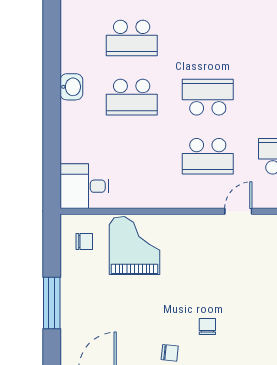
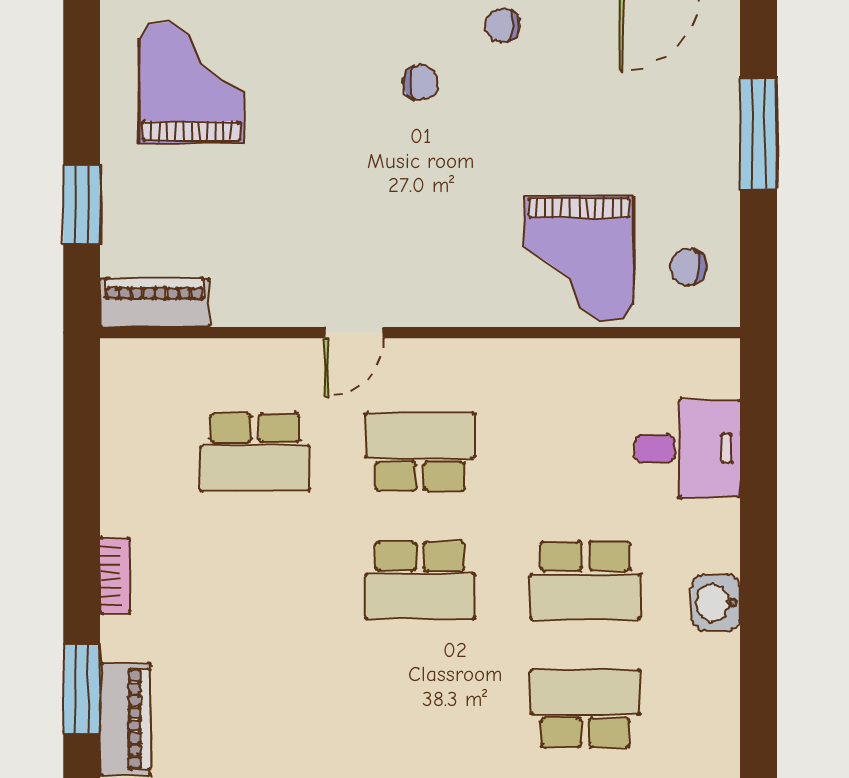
school desk: (132, 97) -> (585, 580), turned 180
desk: (85, 186) -> (687, 449), moved
chair: (207, 326) -> (421, 83), turned -90

